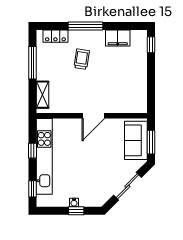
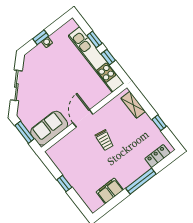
window: (151, 45) -> (64, 184), moved
trolley: (82, 59) -> (104, 140), moved
window: (33, 63) -> (159, 123), width x0.46
sofa: (136, 140) -> (49, 128), moved, turned -90
window: (33, 189) -> (94, 39), moved

